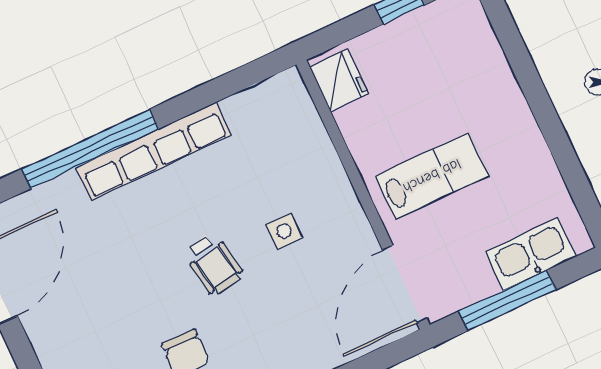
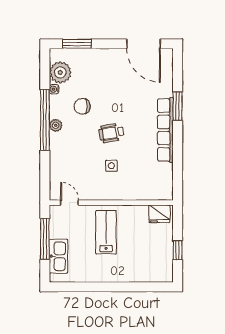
window: (90, 149) -> (178, 106), width x0.47
lab bench: (432, 176) -> (106, 232), turned 180
door: (405, 284) -> (70, 203), width x0.53

